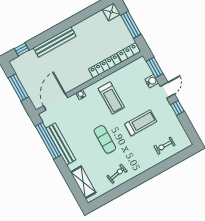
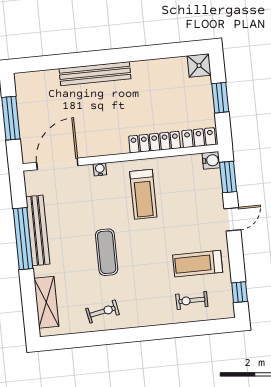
window: (131, 25) -> (220, 98), width x0.69
window: (22, 49) -> (41, 63), removed
water cooler: (152, 81) -> (211, 160), moved
window: (177, 108) -> (240, 292), moved
treadmill: (141, 123) -> (198, 264), moved, turned 180
window: (48, 141) -> (23, 239), moved

